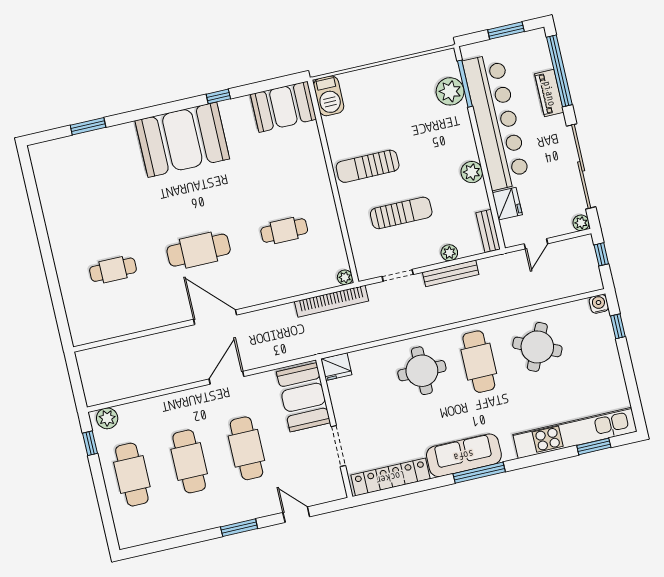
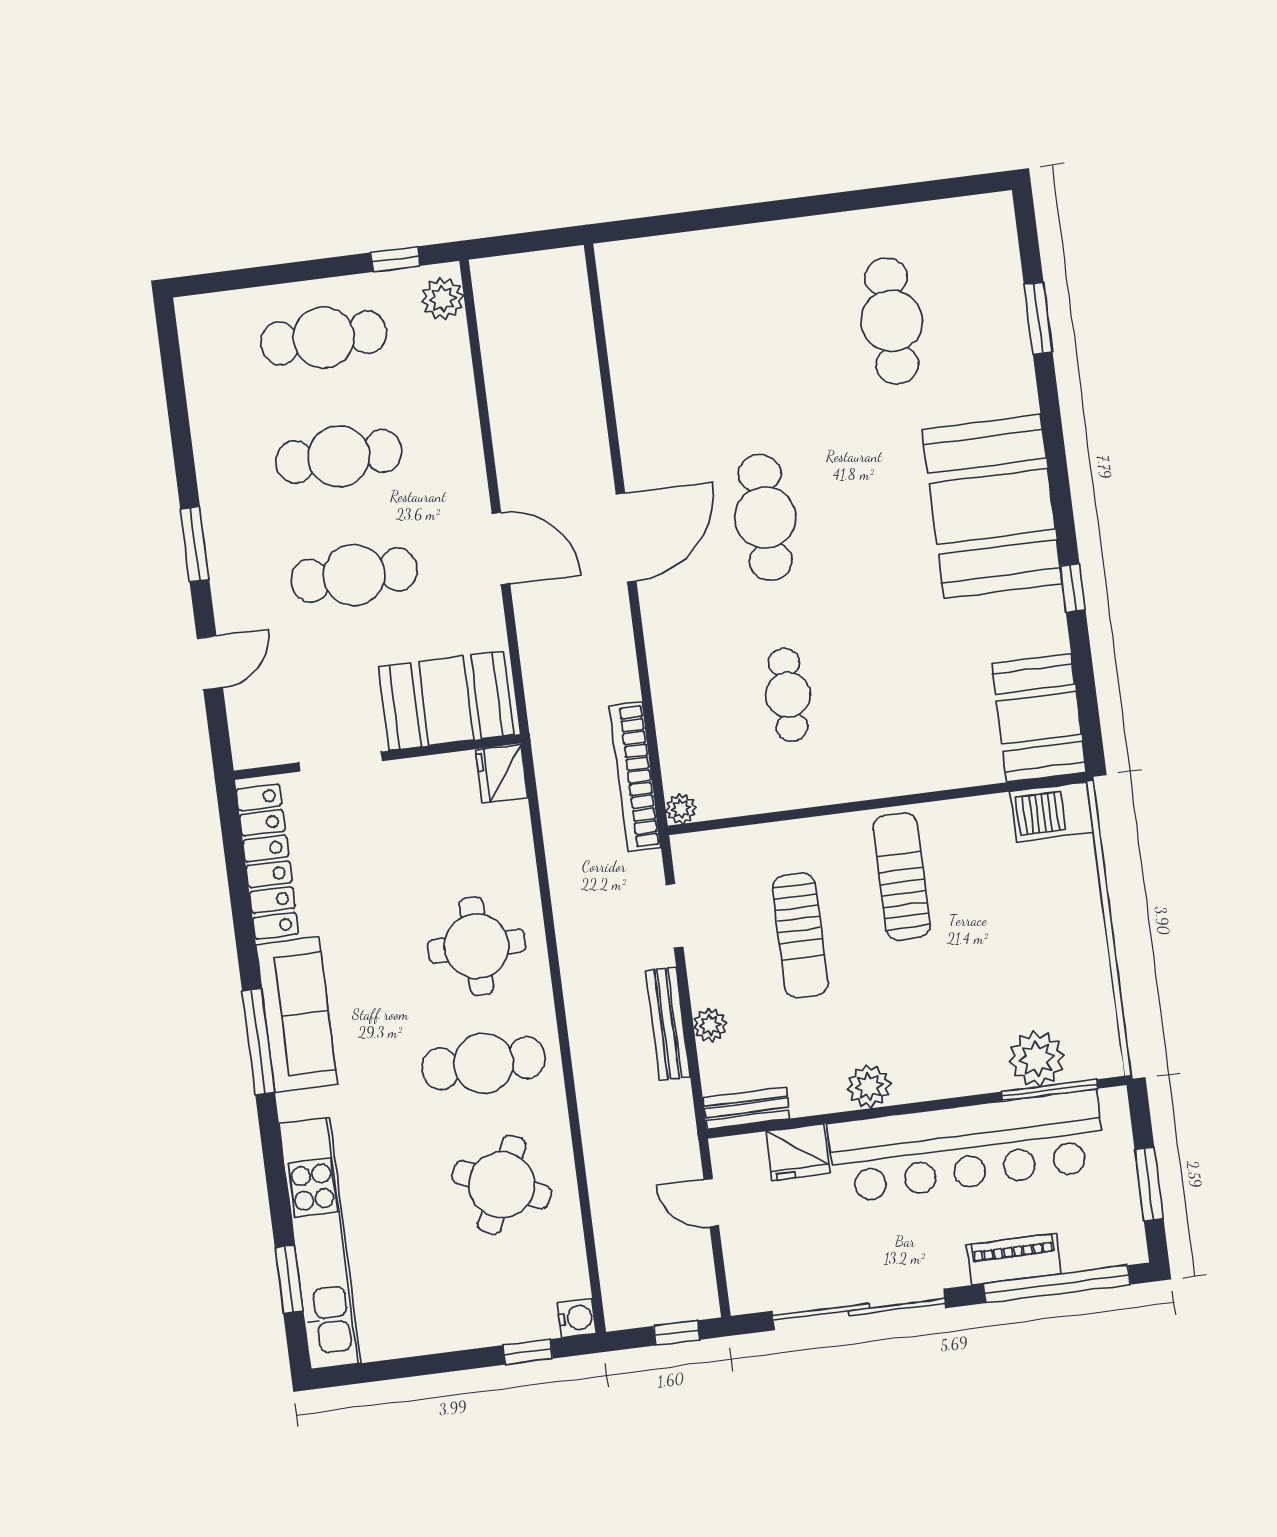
plant: (581, 223) -> (745, 1298), removed
cafe table: (113, 270) -> (892, 321), moved, width x1.37, depth x1.35

